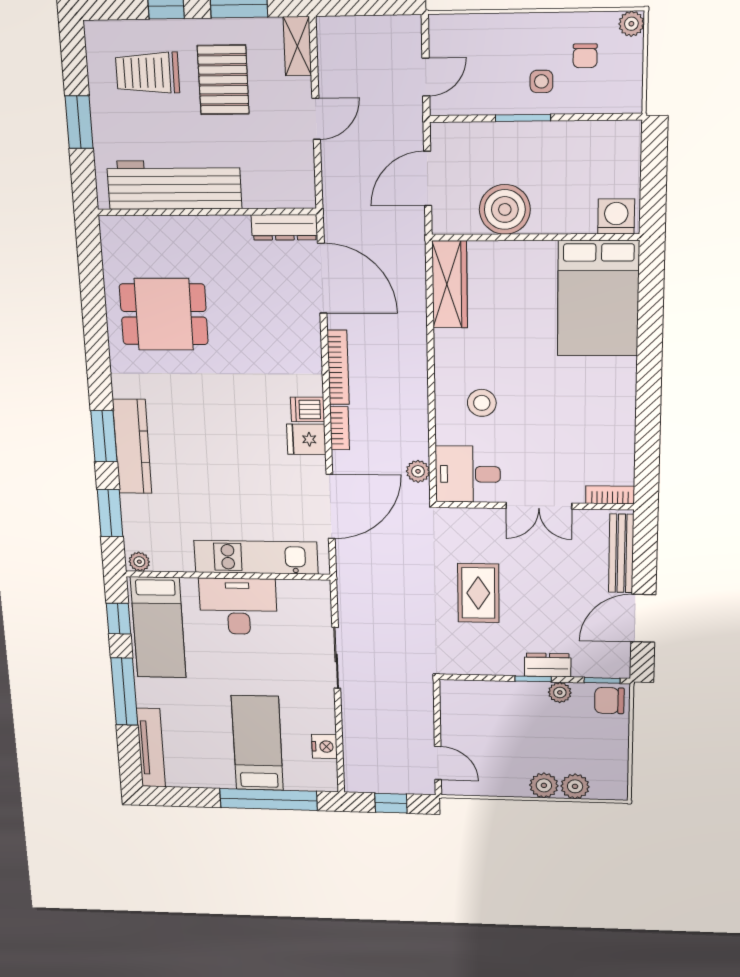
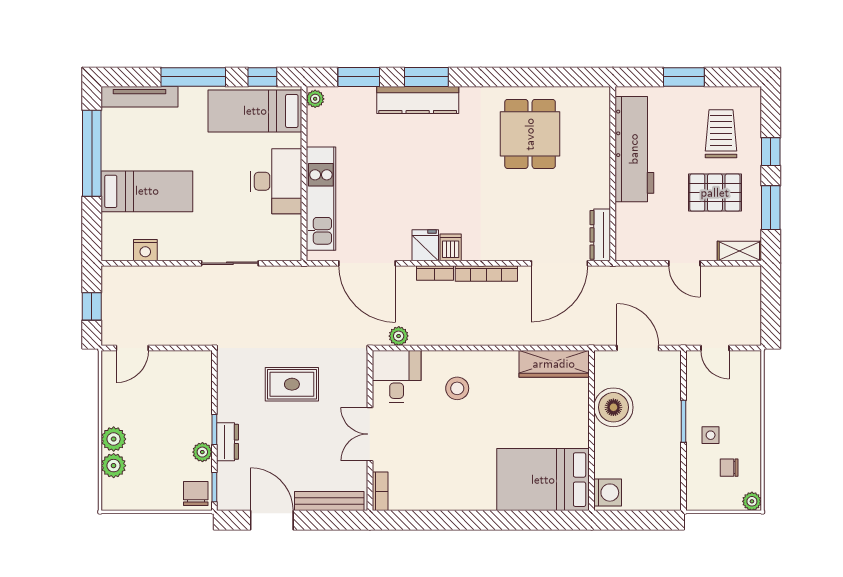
window: (268, 799) -> (92, 153), moved

